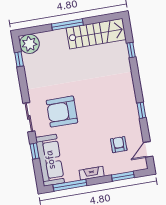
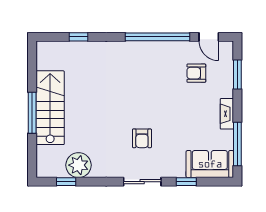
stairs: (96, 34) -> (50, 108), moved
plant: (29, 44) -> (79, 165), moved
window: (141, 110) -> (157, 37), width x3.17
armchair: (62, 112) -> (142, 138), width x0.53, depth x0.53
sofa: (50, 160) -> (210, 164), width x0.73

